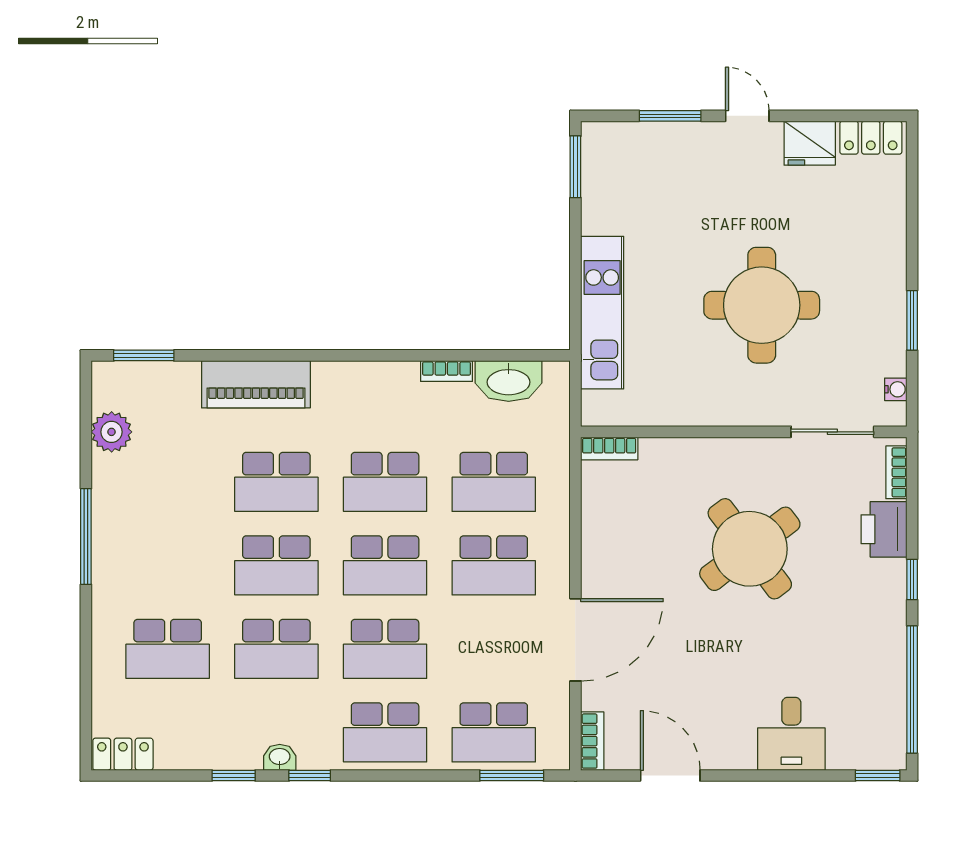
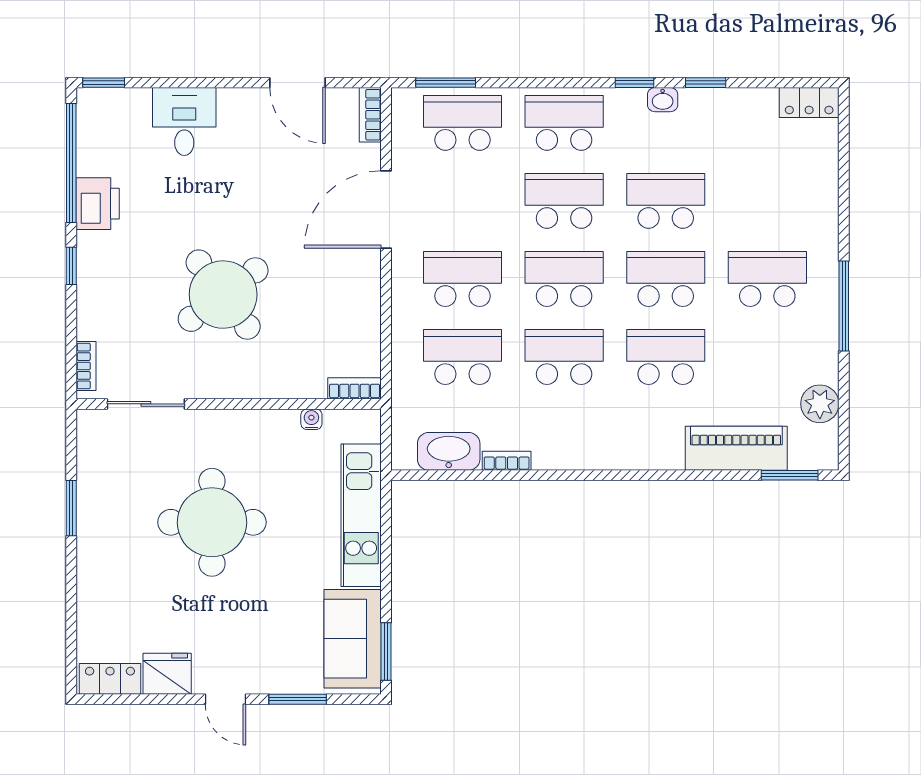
sofa: (611, 181) -> (353, 639), added
piano: (256, 384) -> (736, 448), moved
water cooler: (896, 389) -> (311, 419), moved, turned 90
printer: (884, 529) -> (98, 204), moved
school desk: (168, 649) -> (767, 279), moved

